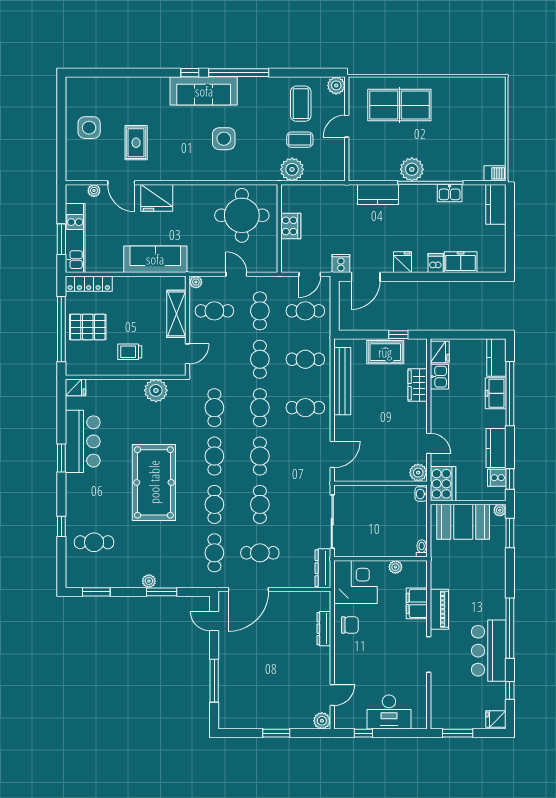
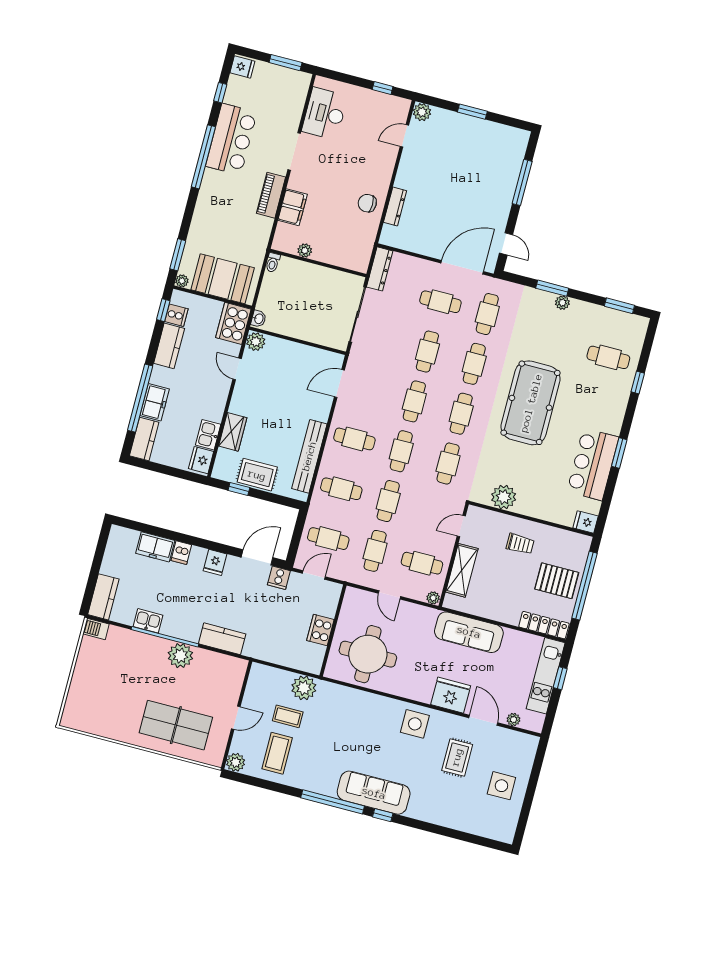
side table: (224, 139) -> (415, 724), moved
window: (61, 239) -> (560, 678), width x0.67
corner desk: (355, 582) -> (350, 246), removed
desk: (389, 712) -> (325, 114), moved, turned -90

